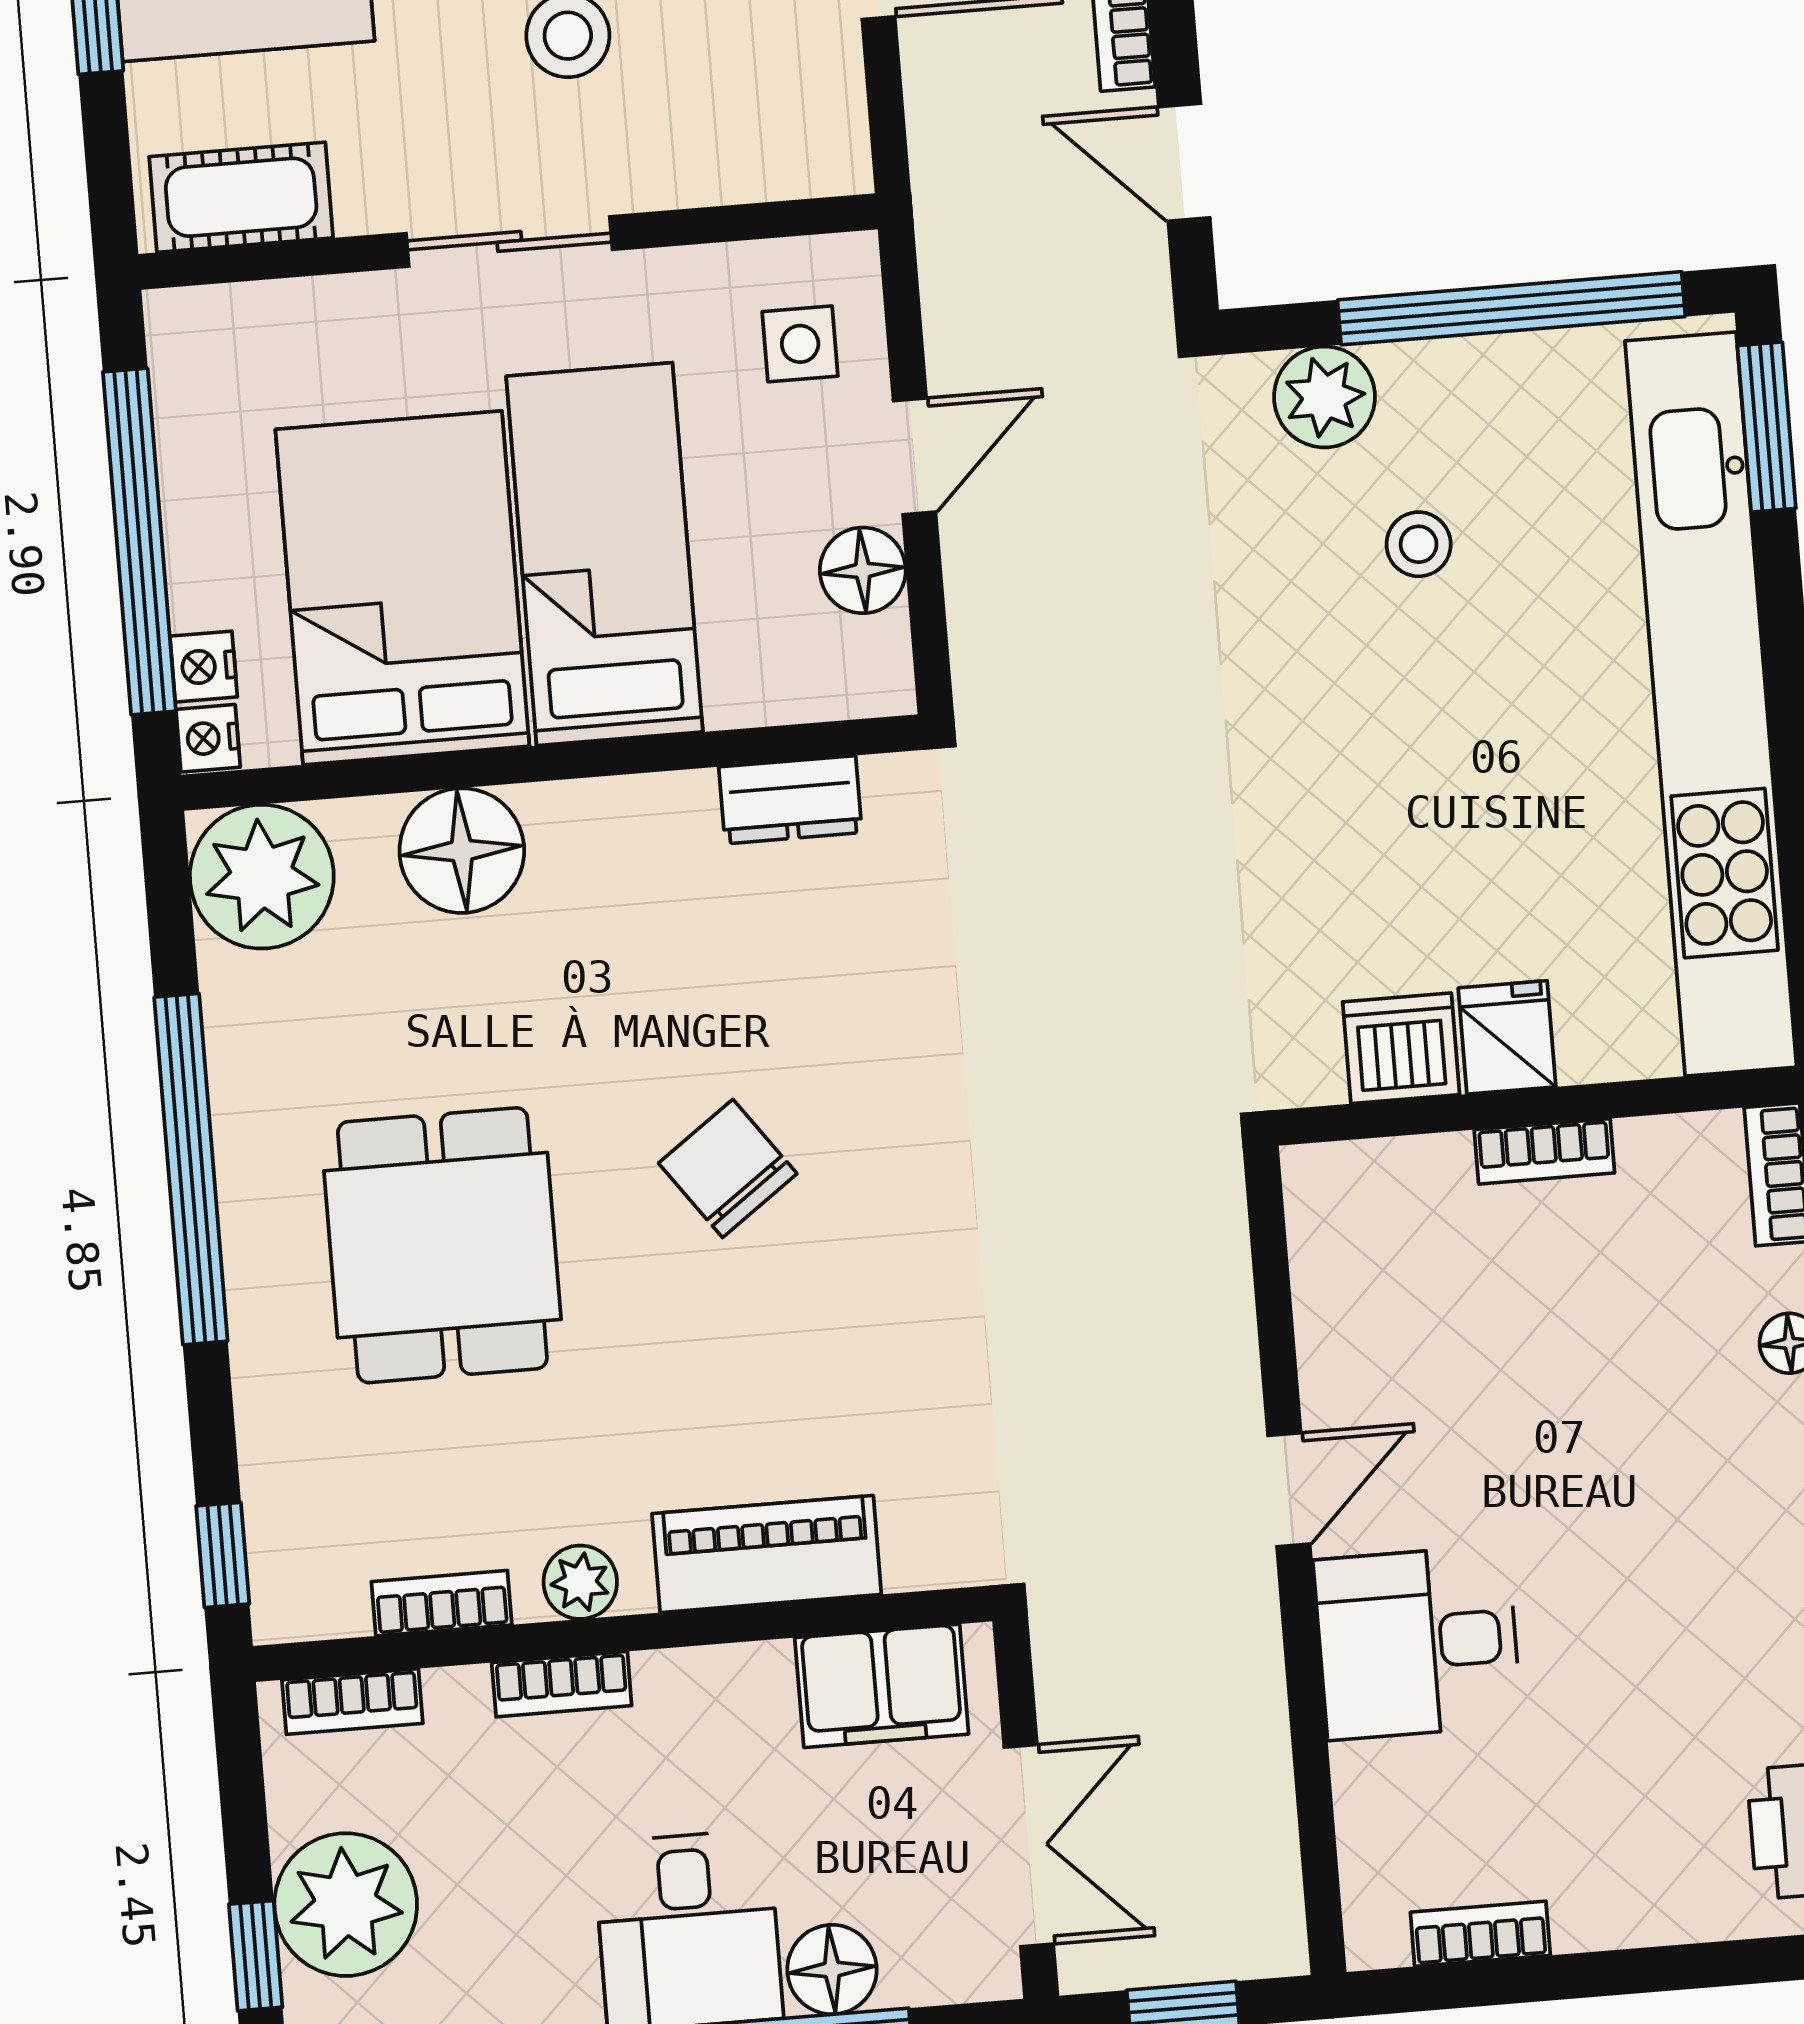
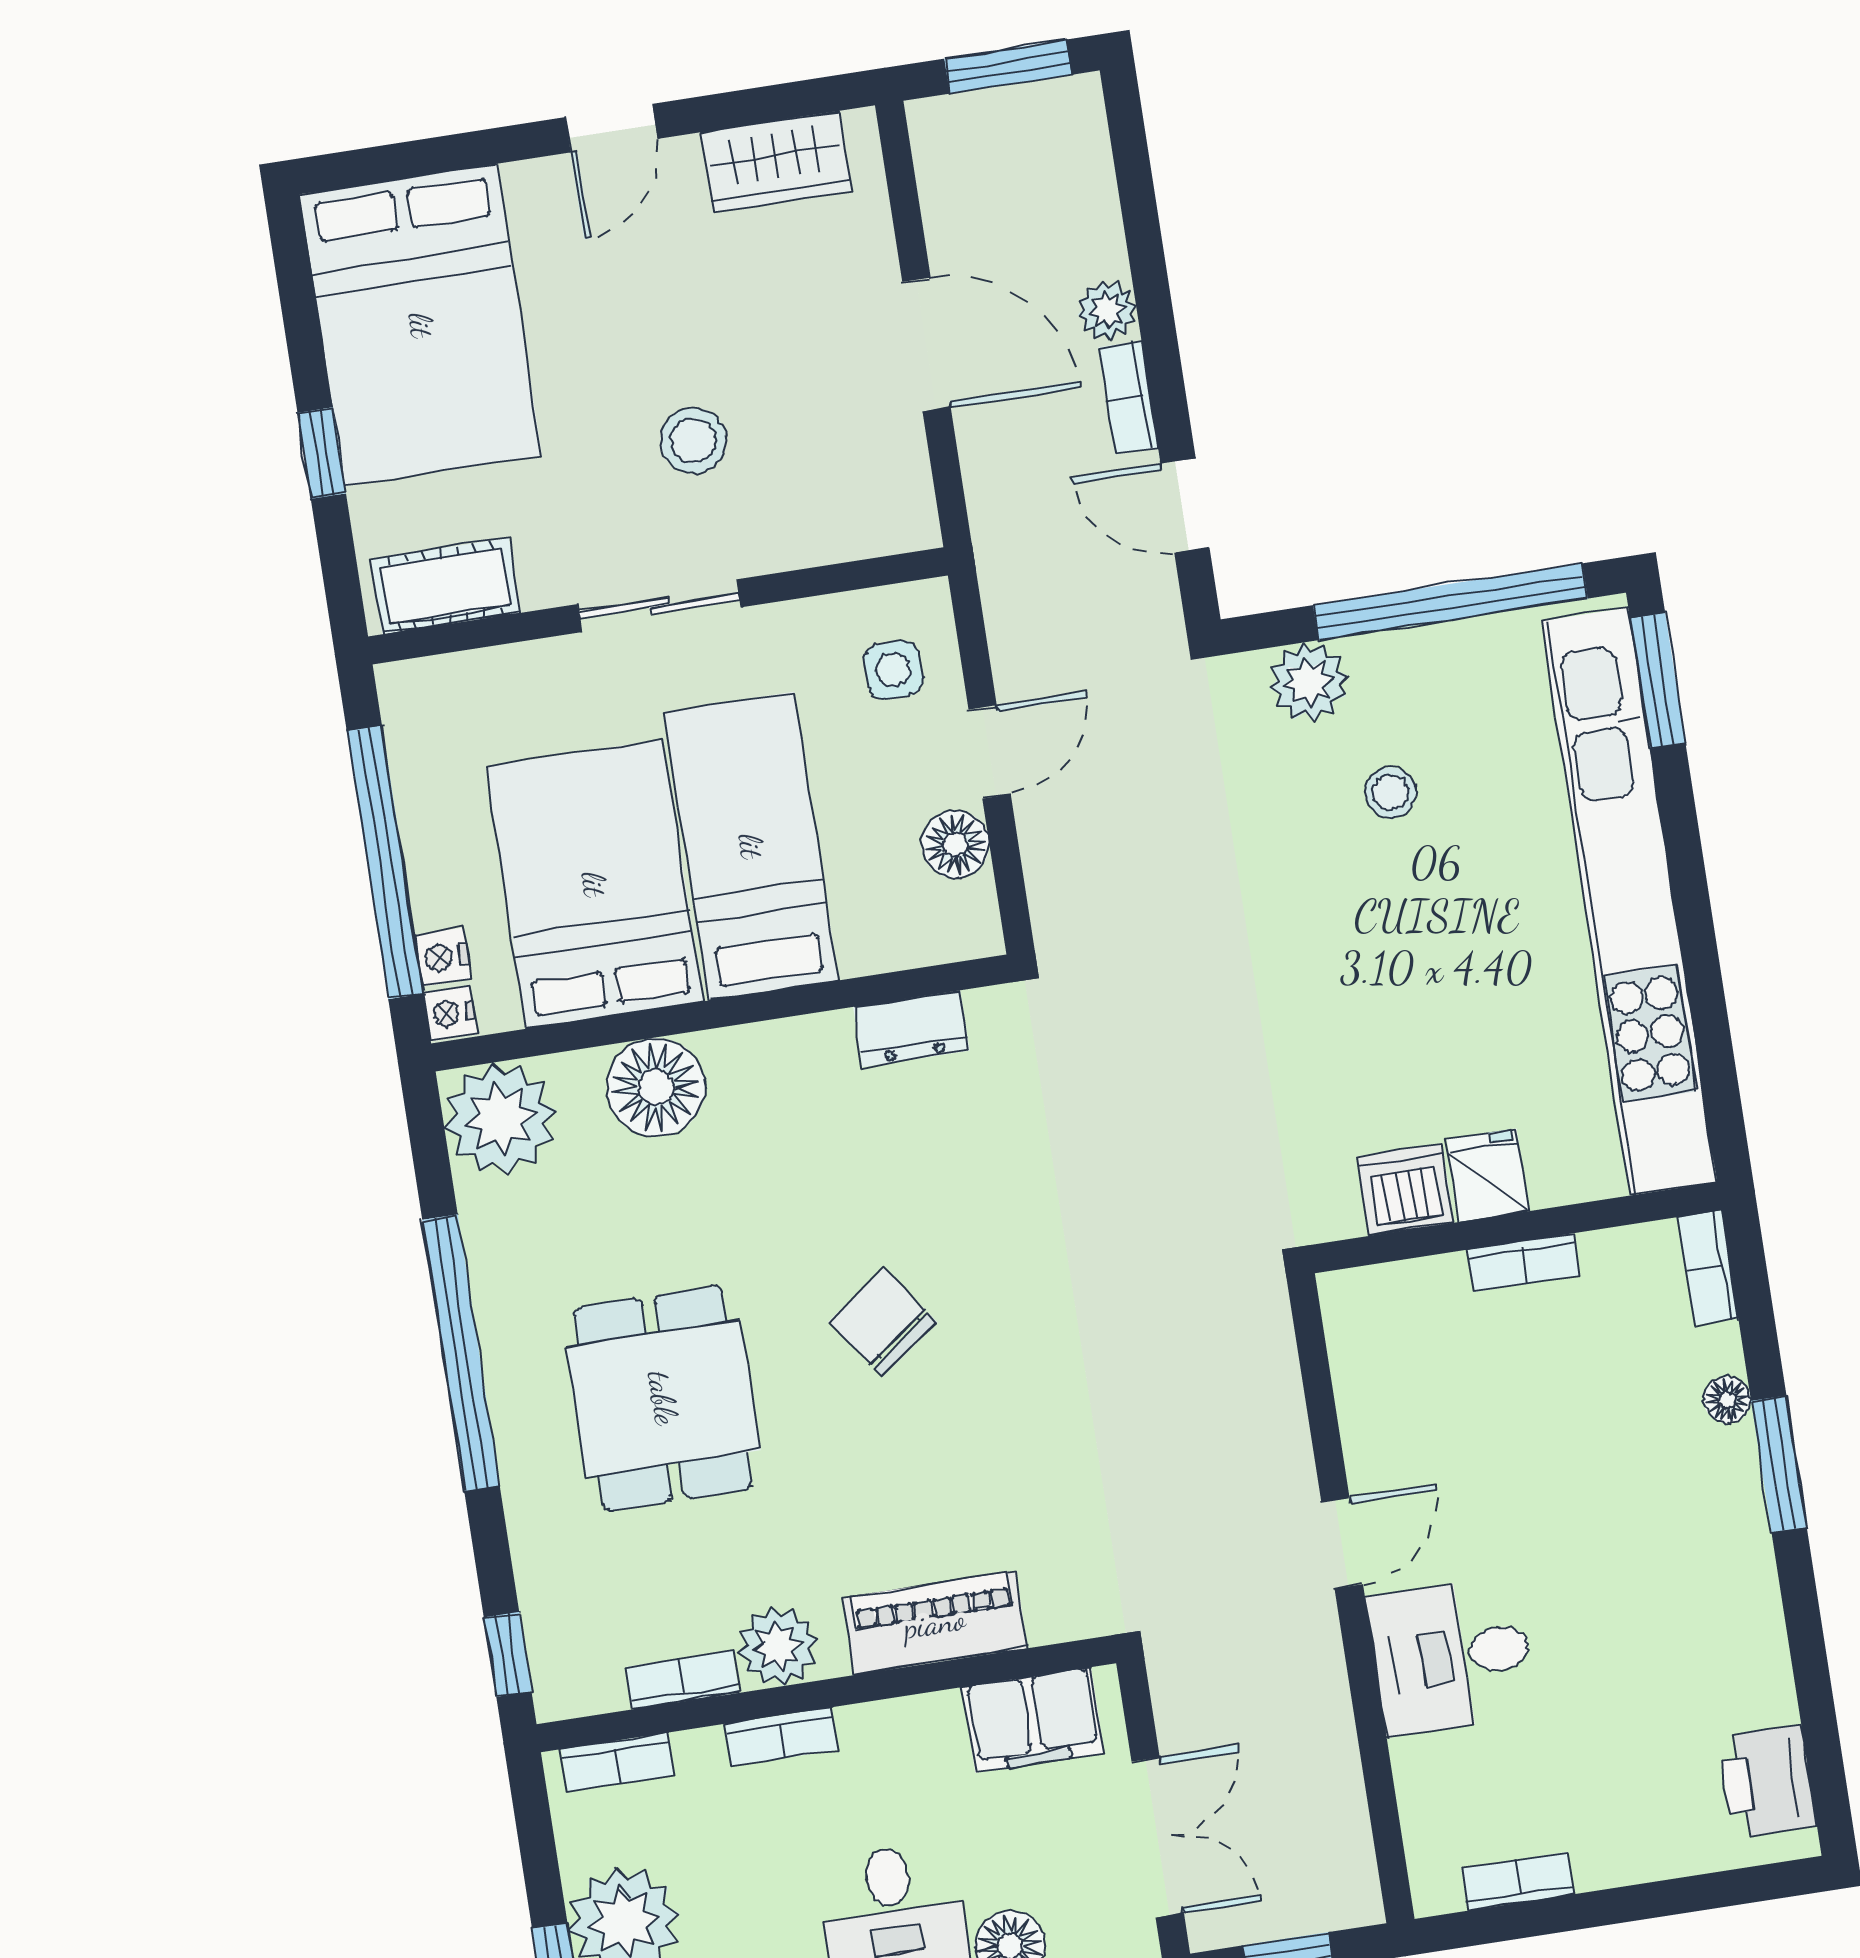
plant: (580, 1582) -> (778, 1647), width x1.38, depth x1.38

